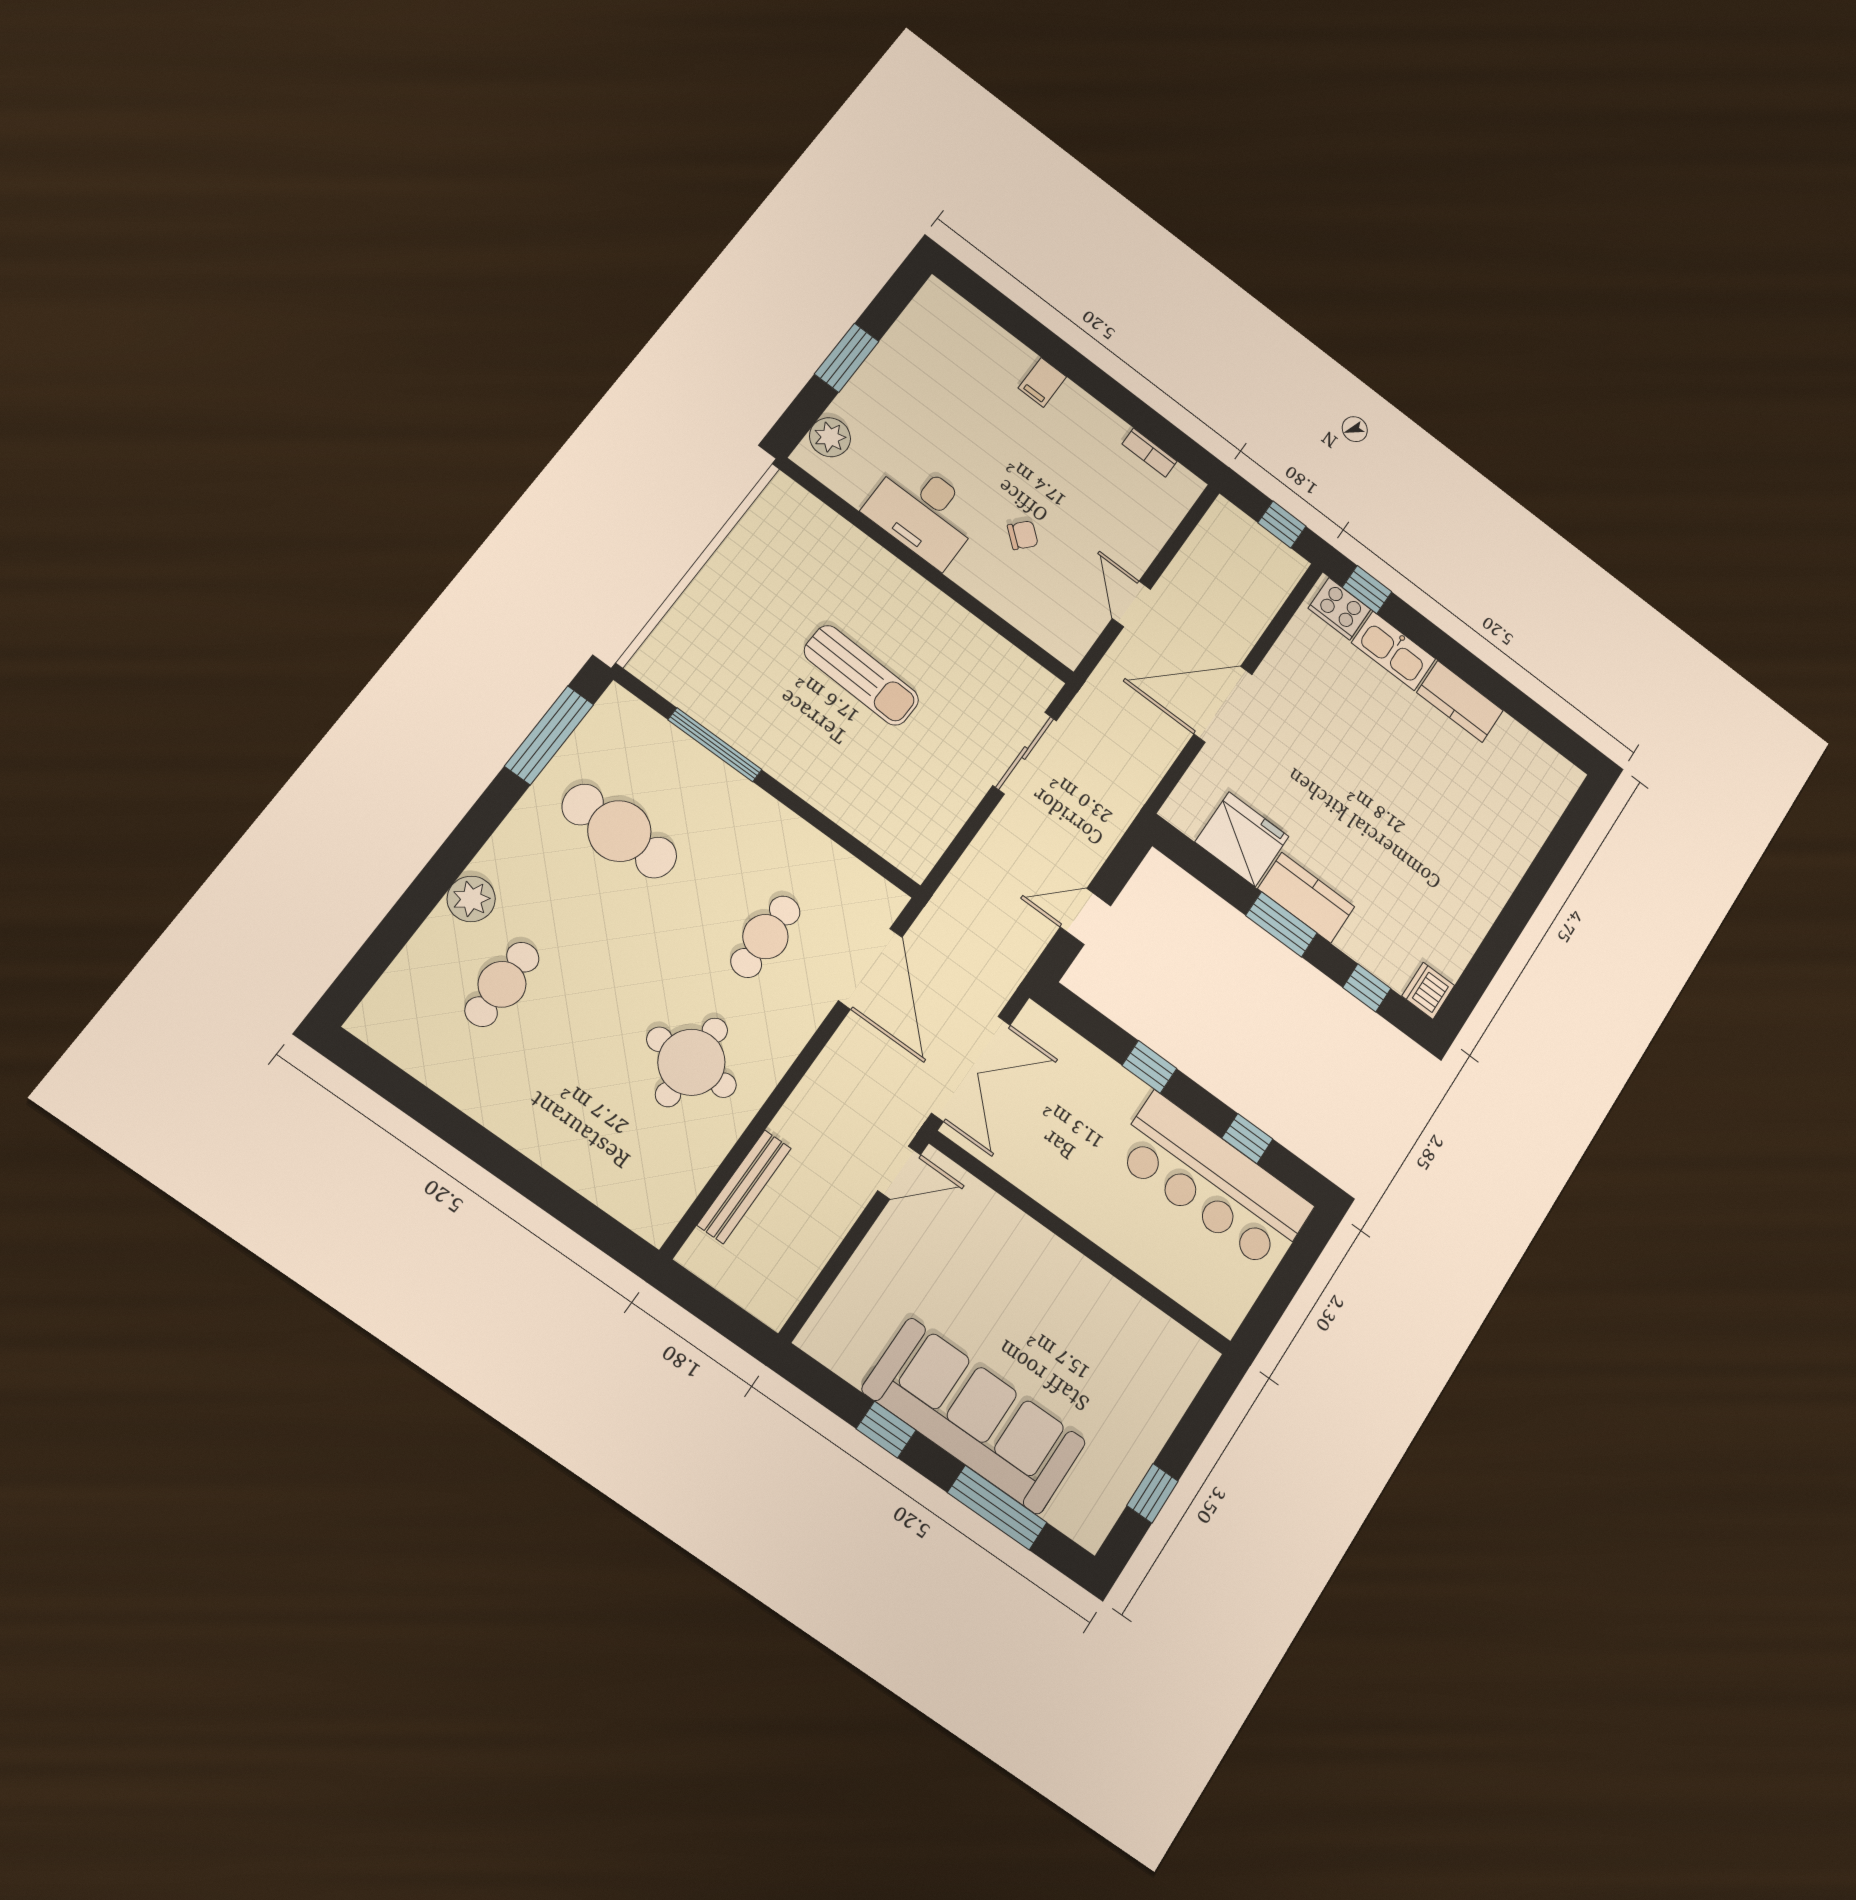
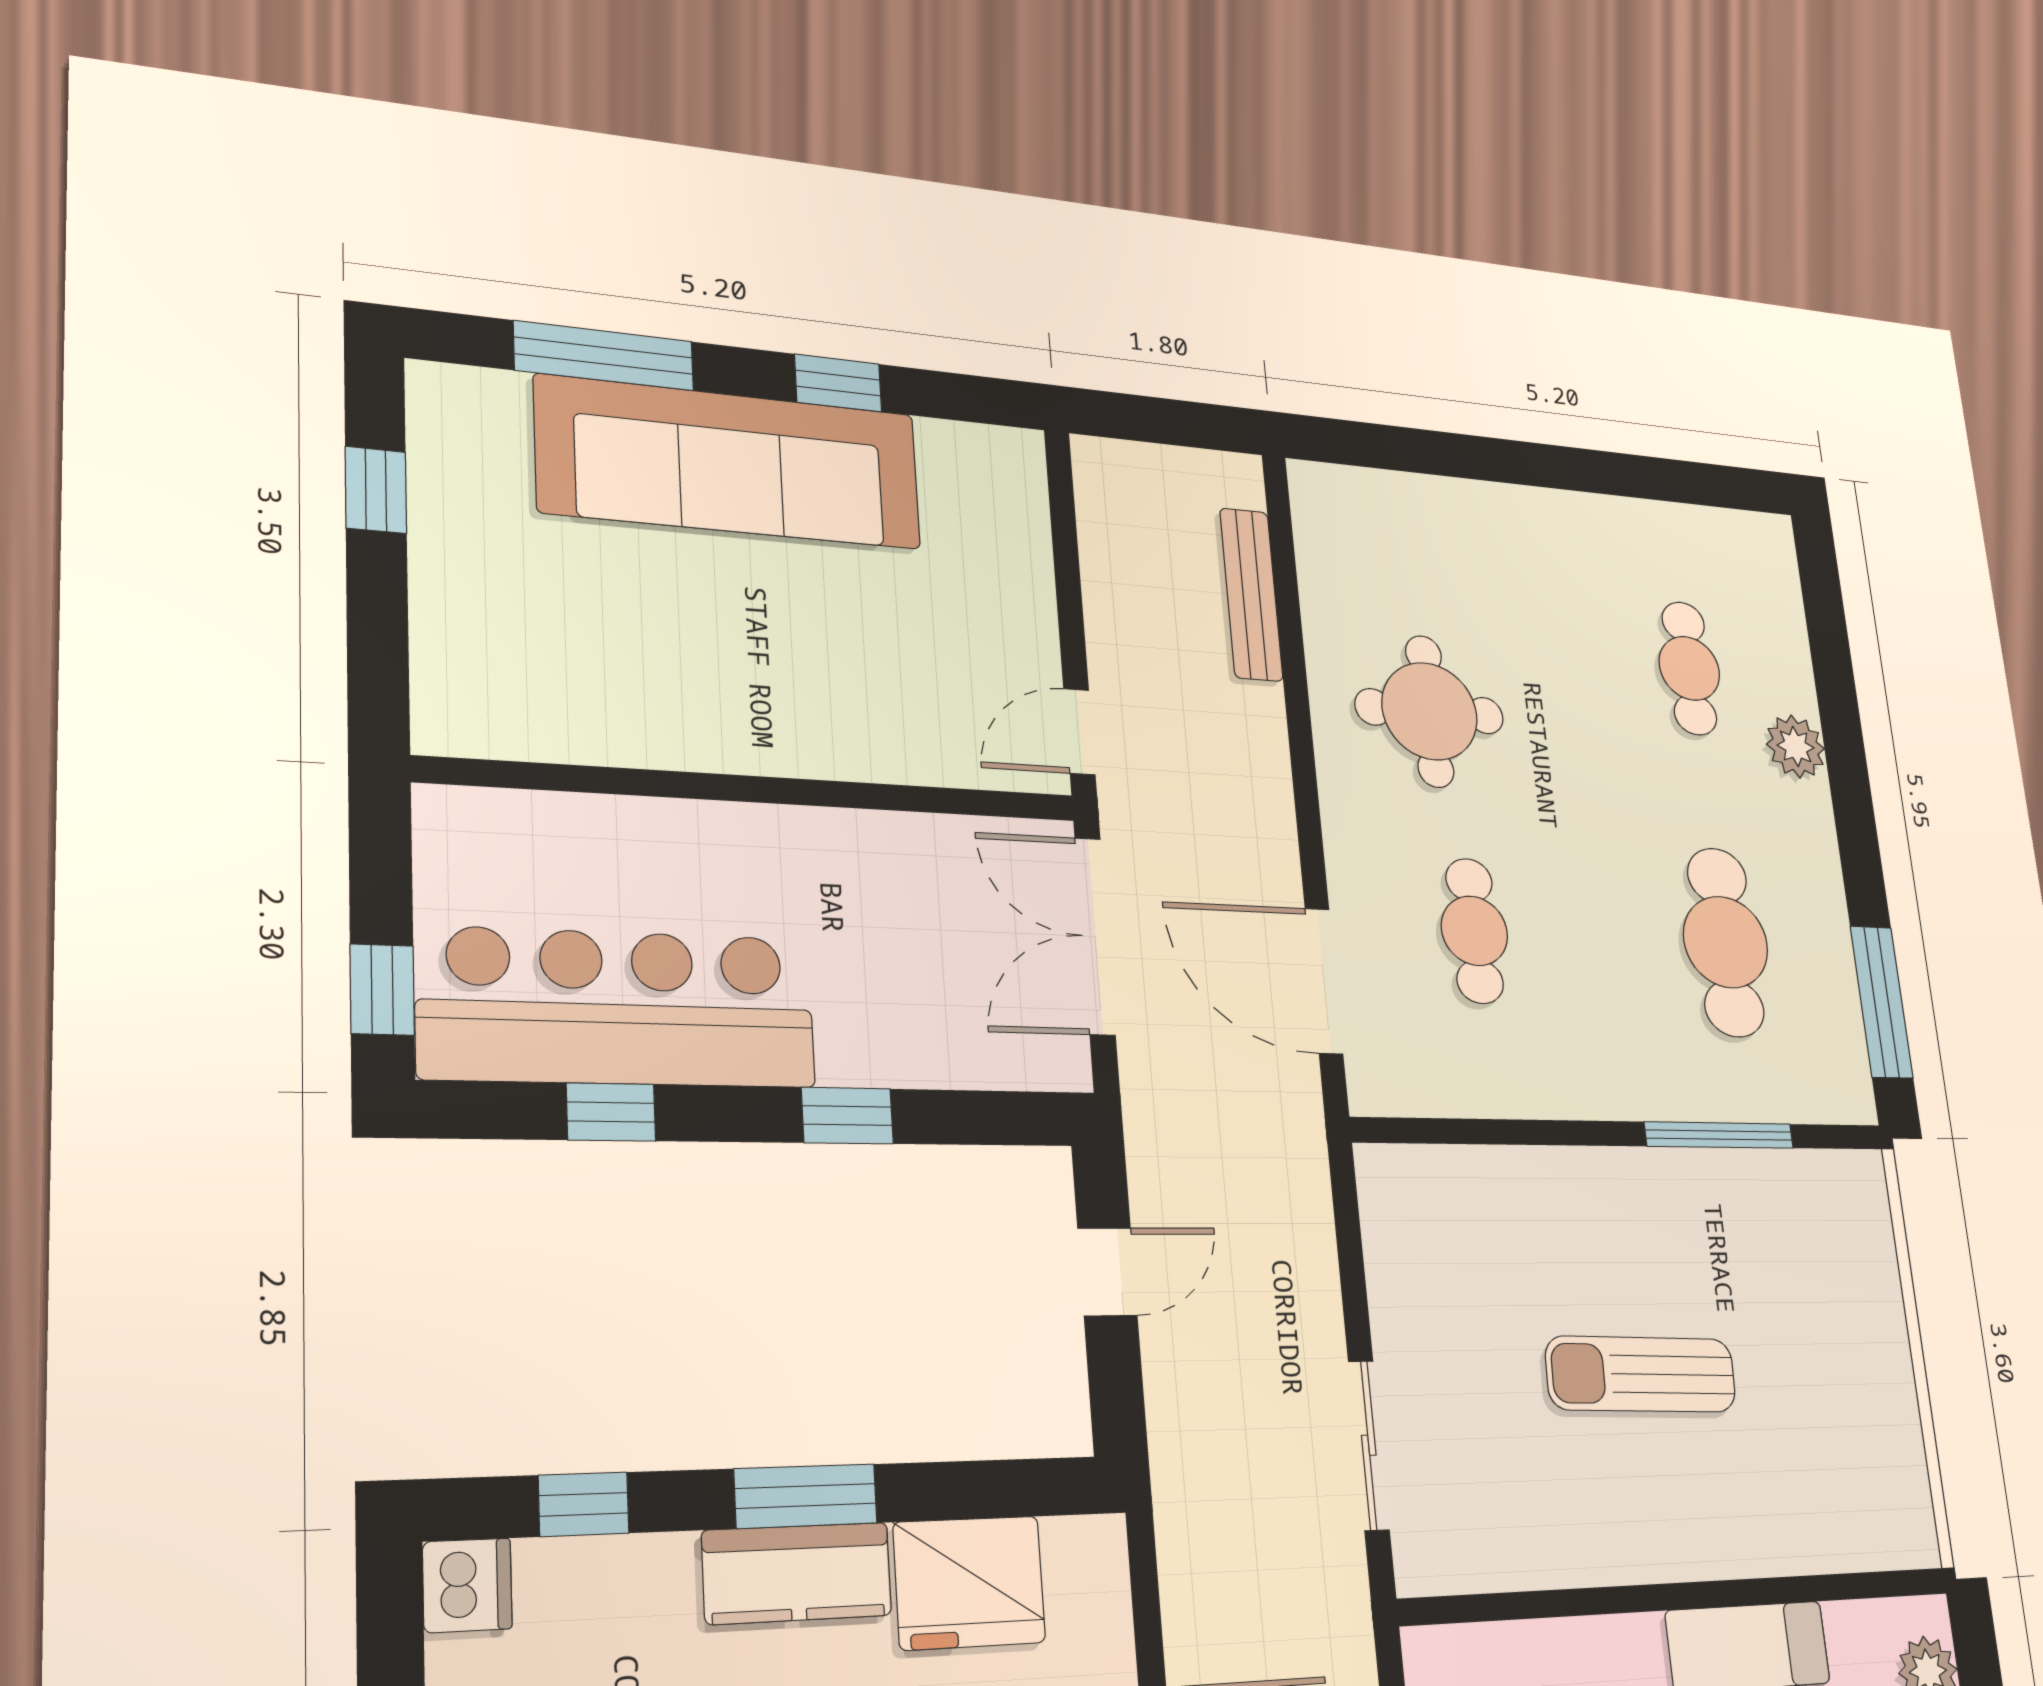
cafe table: (619, 831) -> (1726, 942), turned 90
window: (1303, 1254) -> (382, 990), added

